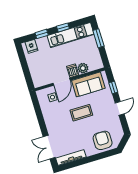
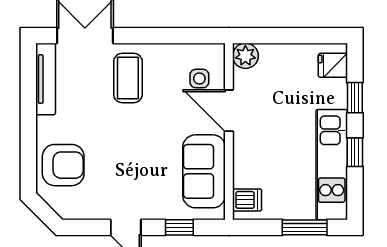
plant: (83, 68) -> (245, 56), moved
dishwasher: (73, 71) -> (247, 200), moved
coffee table: (81, 113) -> (128, 78), moved

